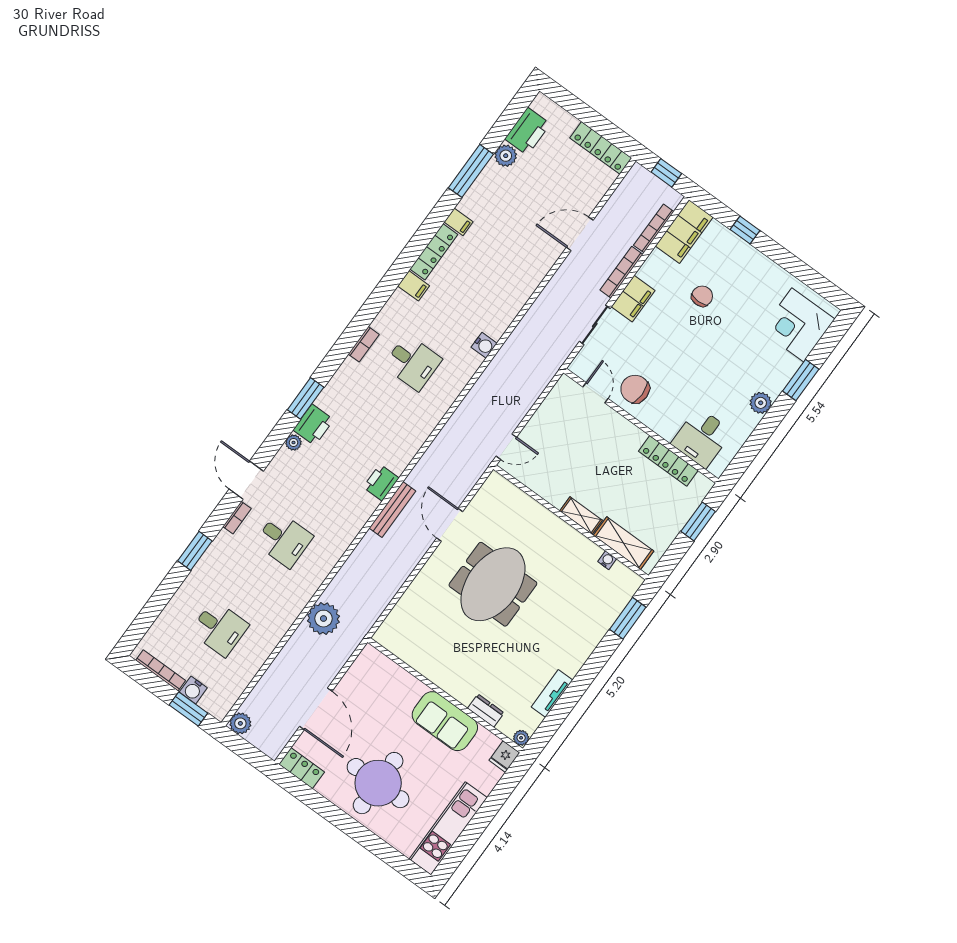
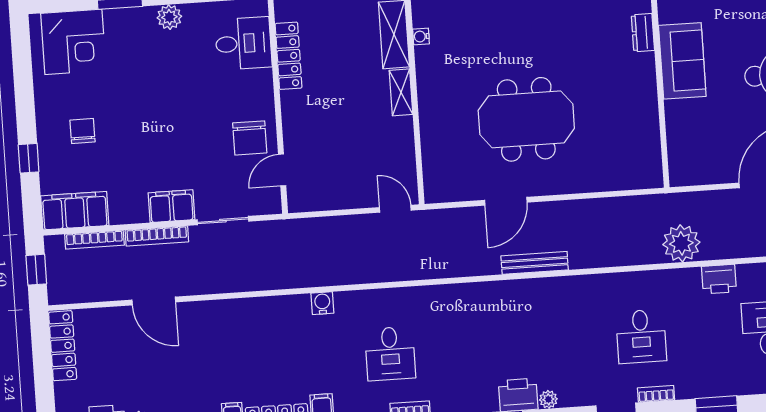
chair: (702, 296) -> (82, 131), moved, turned 90
desk: (413, 362) -> (390, 354), turned 180
printer: (381, 483) -> (719, 279), moved
desk: (284, 540) -> (641, 336), turned 180

